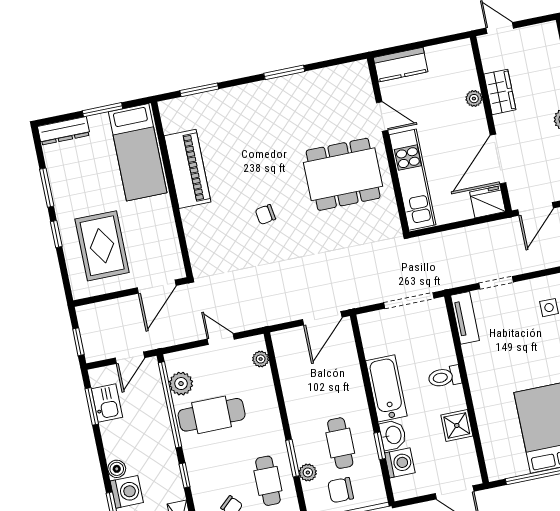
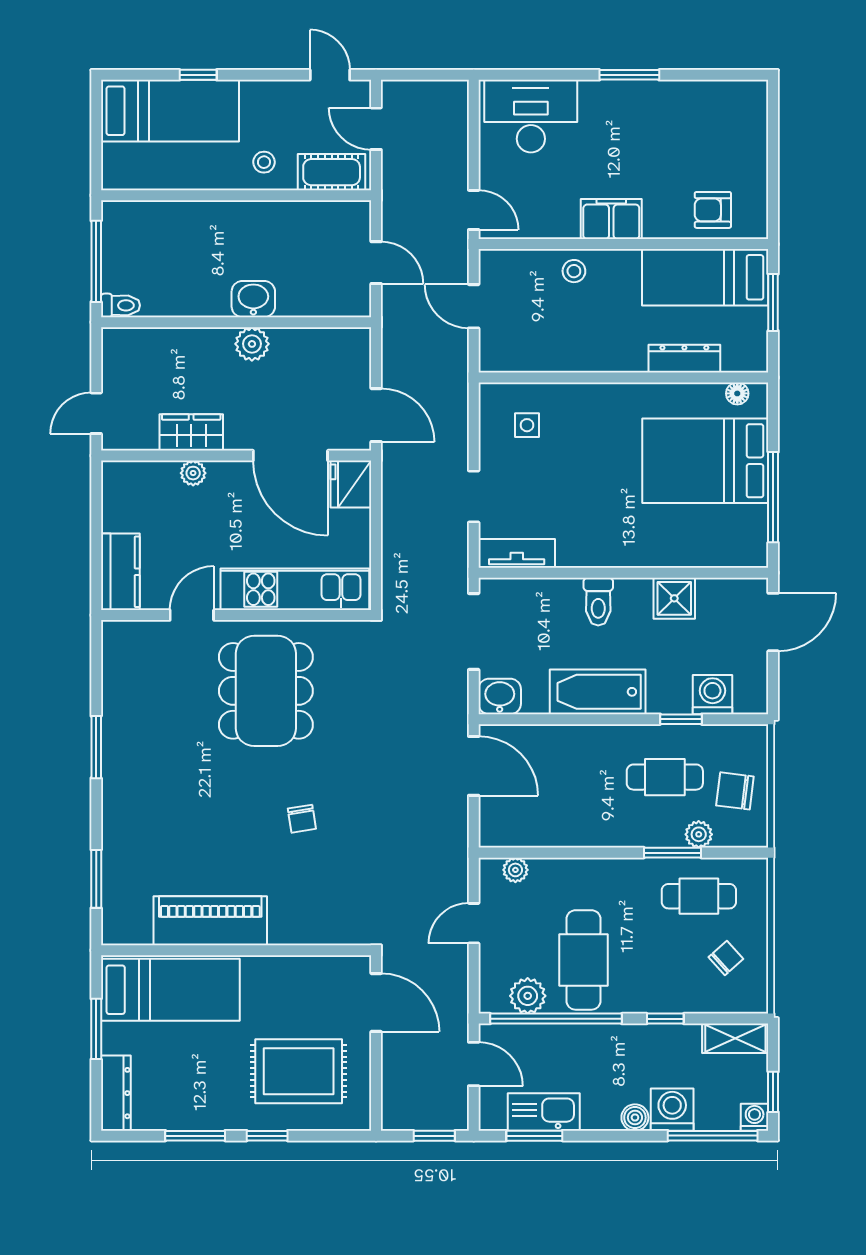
kitchen sink: (107, 403) -> (544, 1112), width x1.38
washbasin: (393, 435) -> (500, 696), moved
chair: (341, 490) -> (735, 791), turned 97

